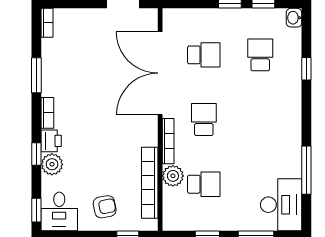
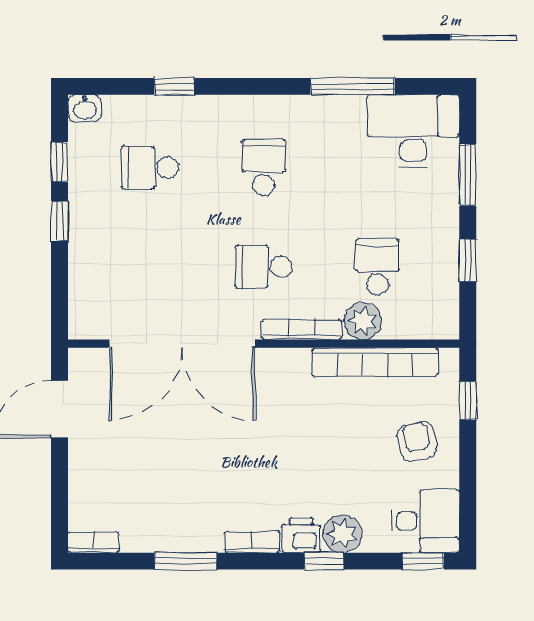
school desk: (204, 55) -> (264, 168), moved

